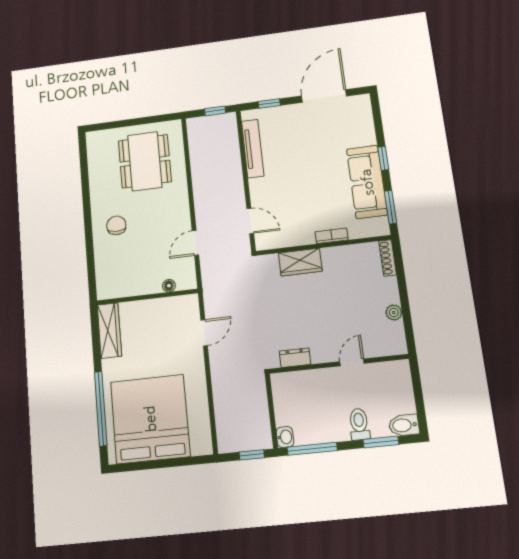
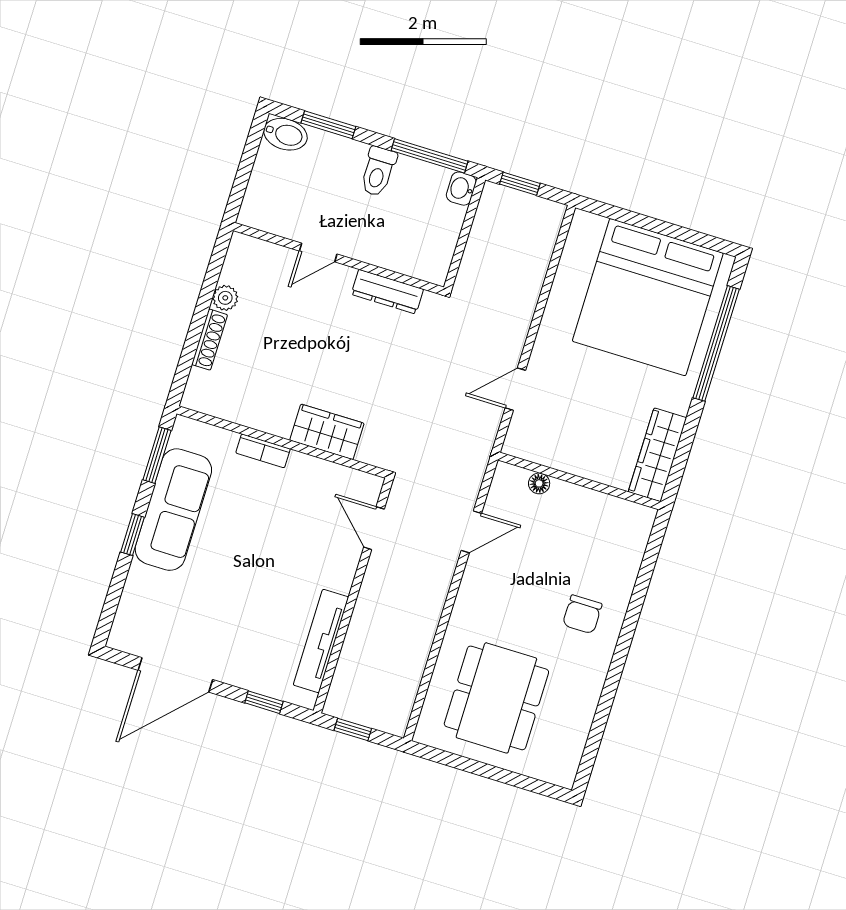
shoe rack: (388, 258) -> (209, 340), moved
dresser: (295, 358) -> (387, 292), width x1.44
toilet: (359, 424) -> (378, 171), moved

